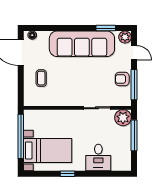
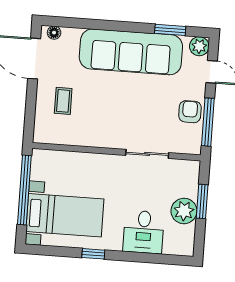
armchair: (122, 79) -> (190, 112), turned 90
plant: (123, 118) -> (184, 211), moved
window: (134, 135) -> (202, 201), width x0.69

